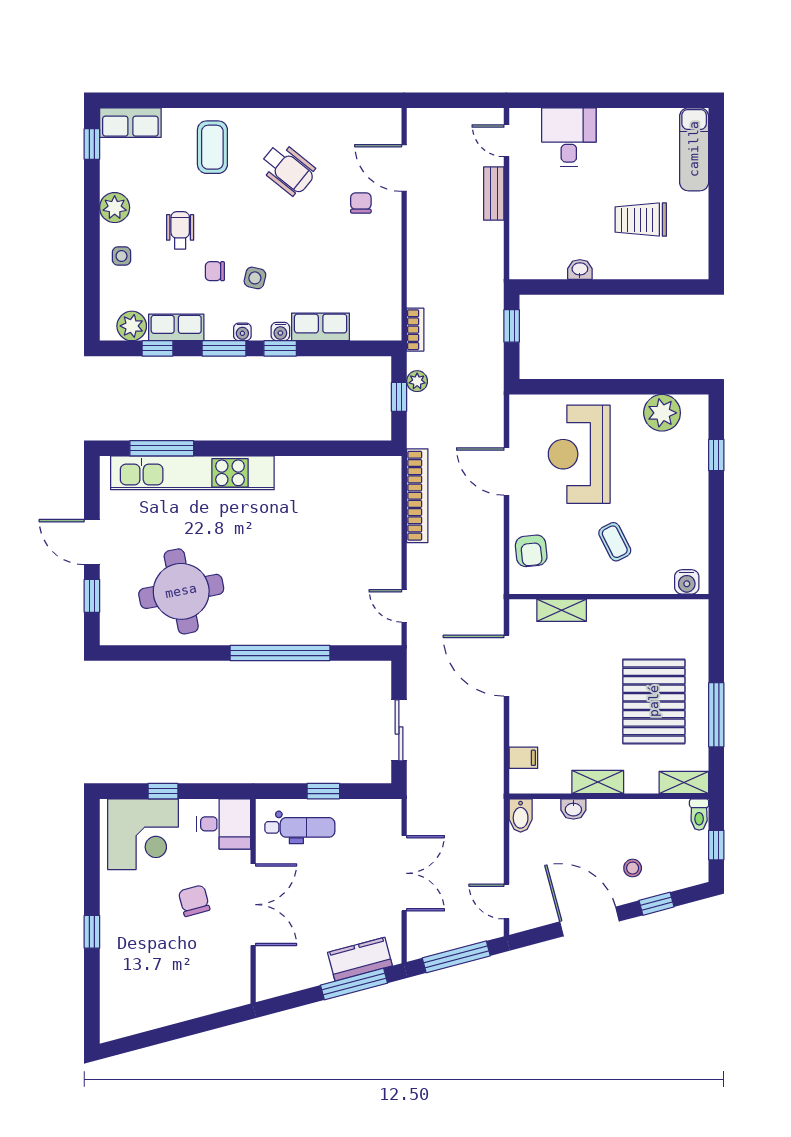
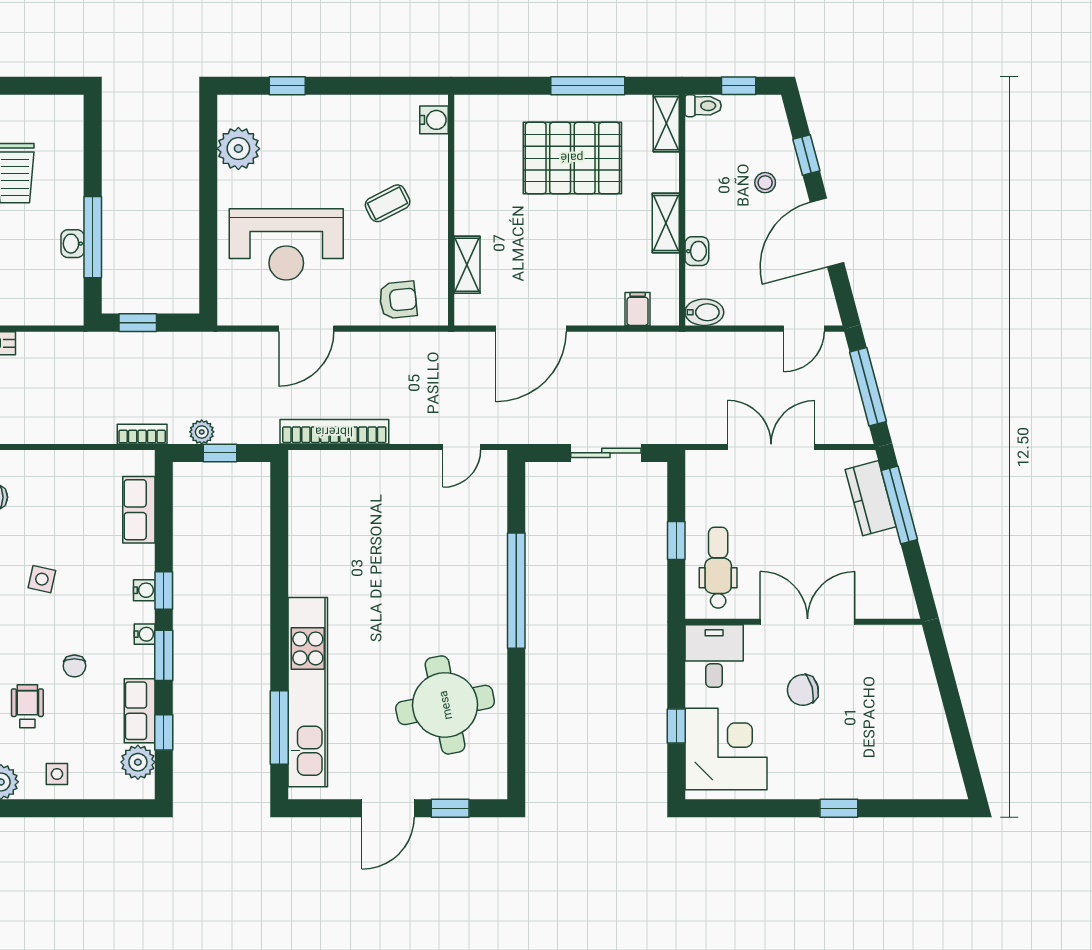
wheelchair: (180, 230) -> (27, 706), turned 90
side table: (255, 278) -> (42, 579), moved
window: (585, 287) -> (93, 237), added
row of seats: (321, 327) -> (139, 510), moved

